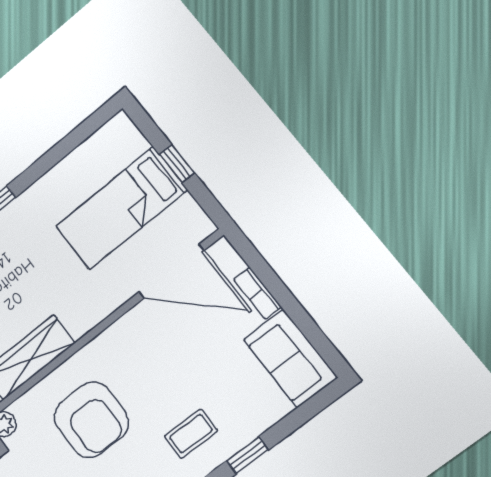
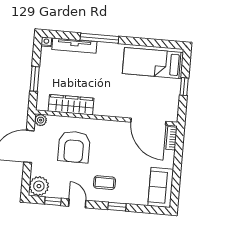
bed: (121, 208) -> (153, 63), moved
bookcase: (257, 293) -> (171, 138), moved

